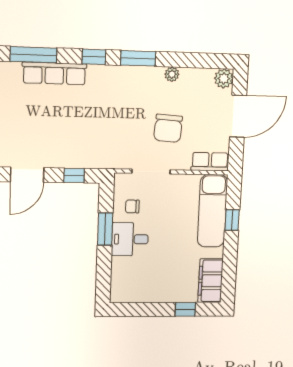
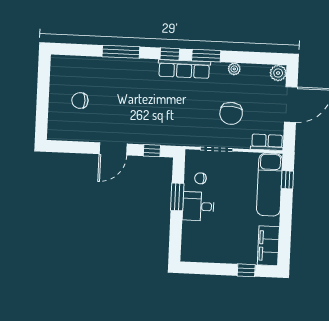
row of seats: (54, 73) -> (184, 69), moved
window: (232, 220) -> (287, 180), moved

